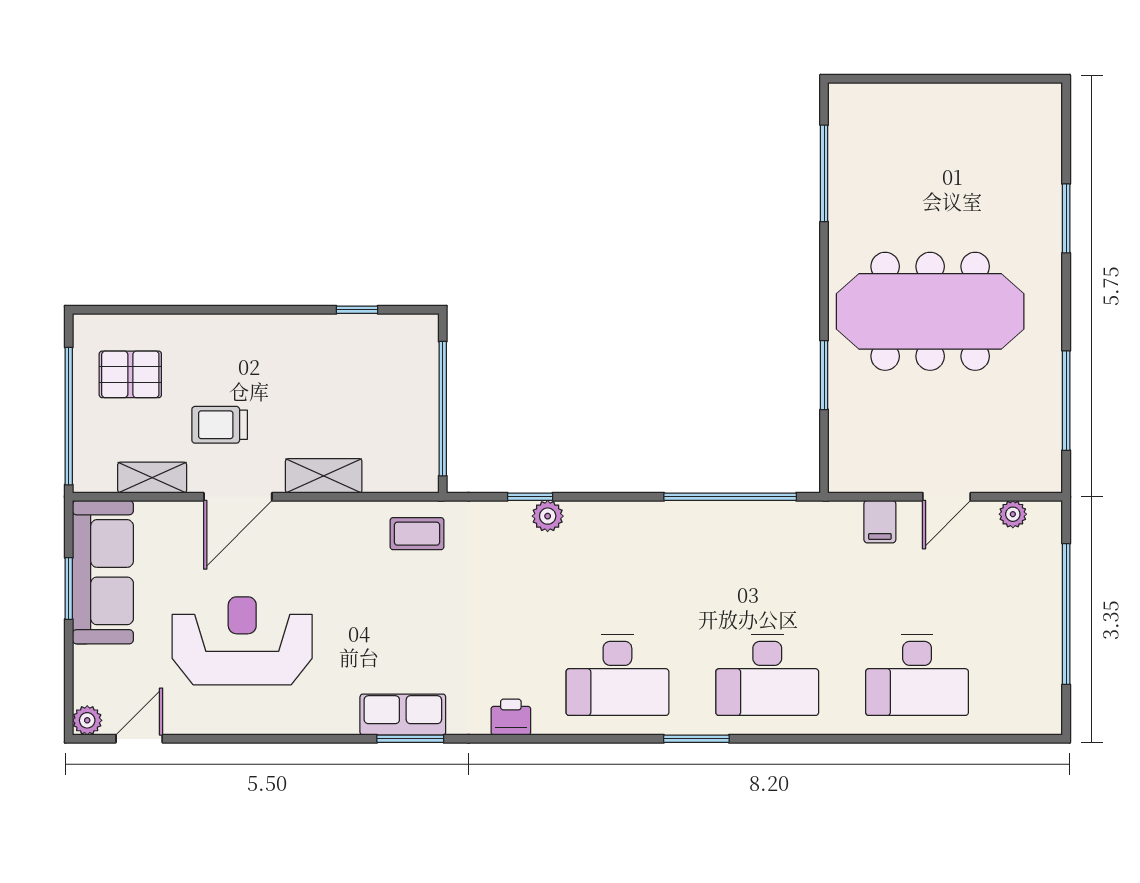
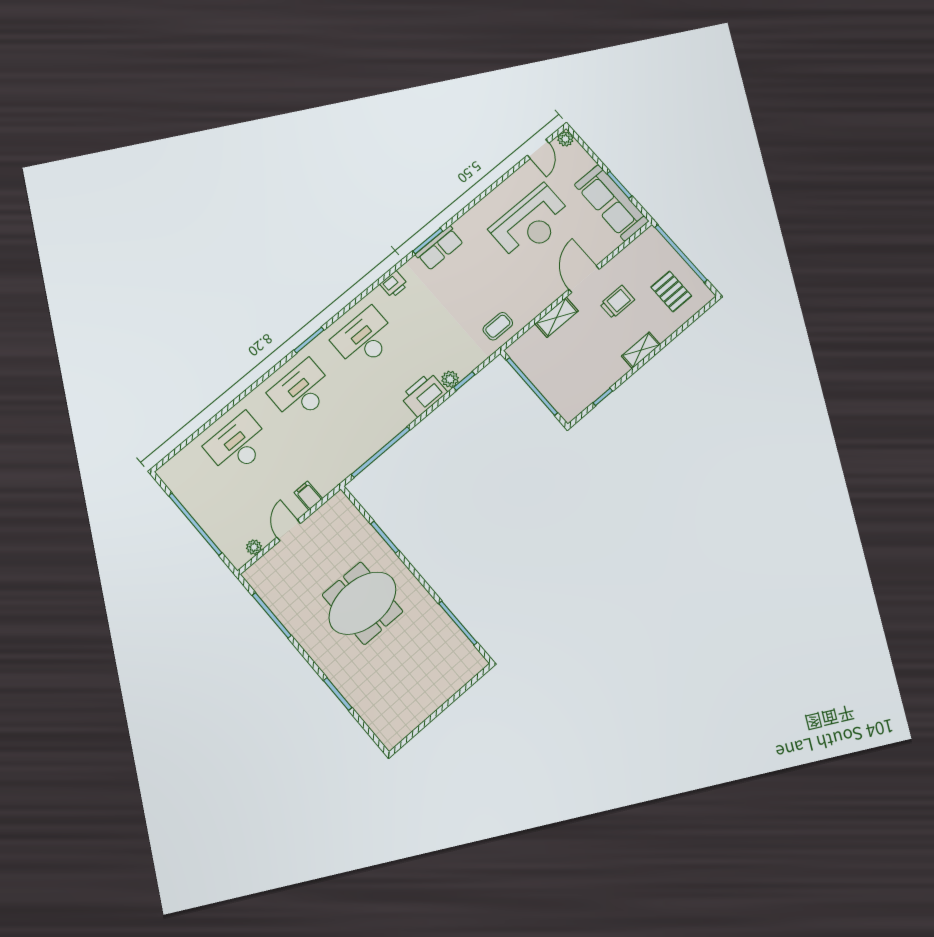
meeting table: (930, 311) -> (362, 603), width x0.73
pallet: (130, 374) -> (671, 292), turned 90
shelving: (152, 478) -> (641, 350), moved
printer: (602, 526) -> (424, 394), added

